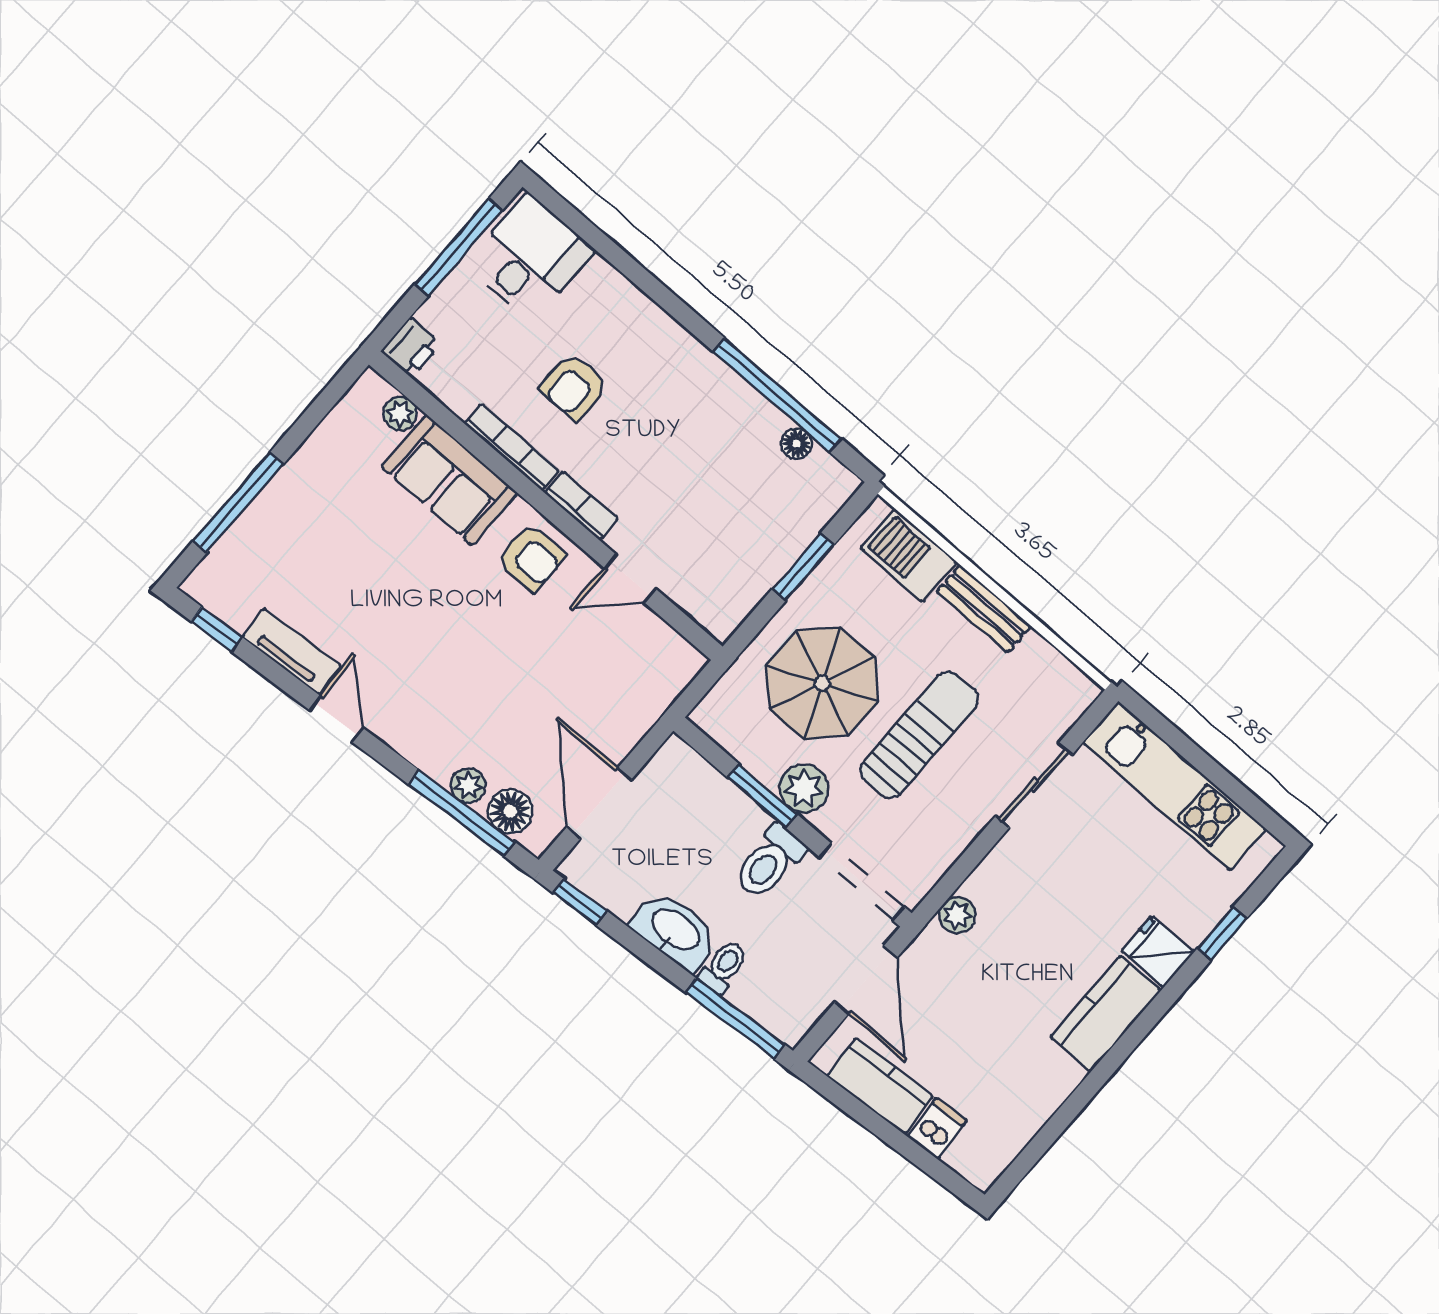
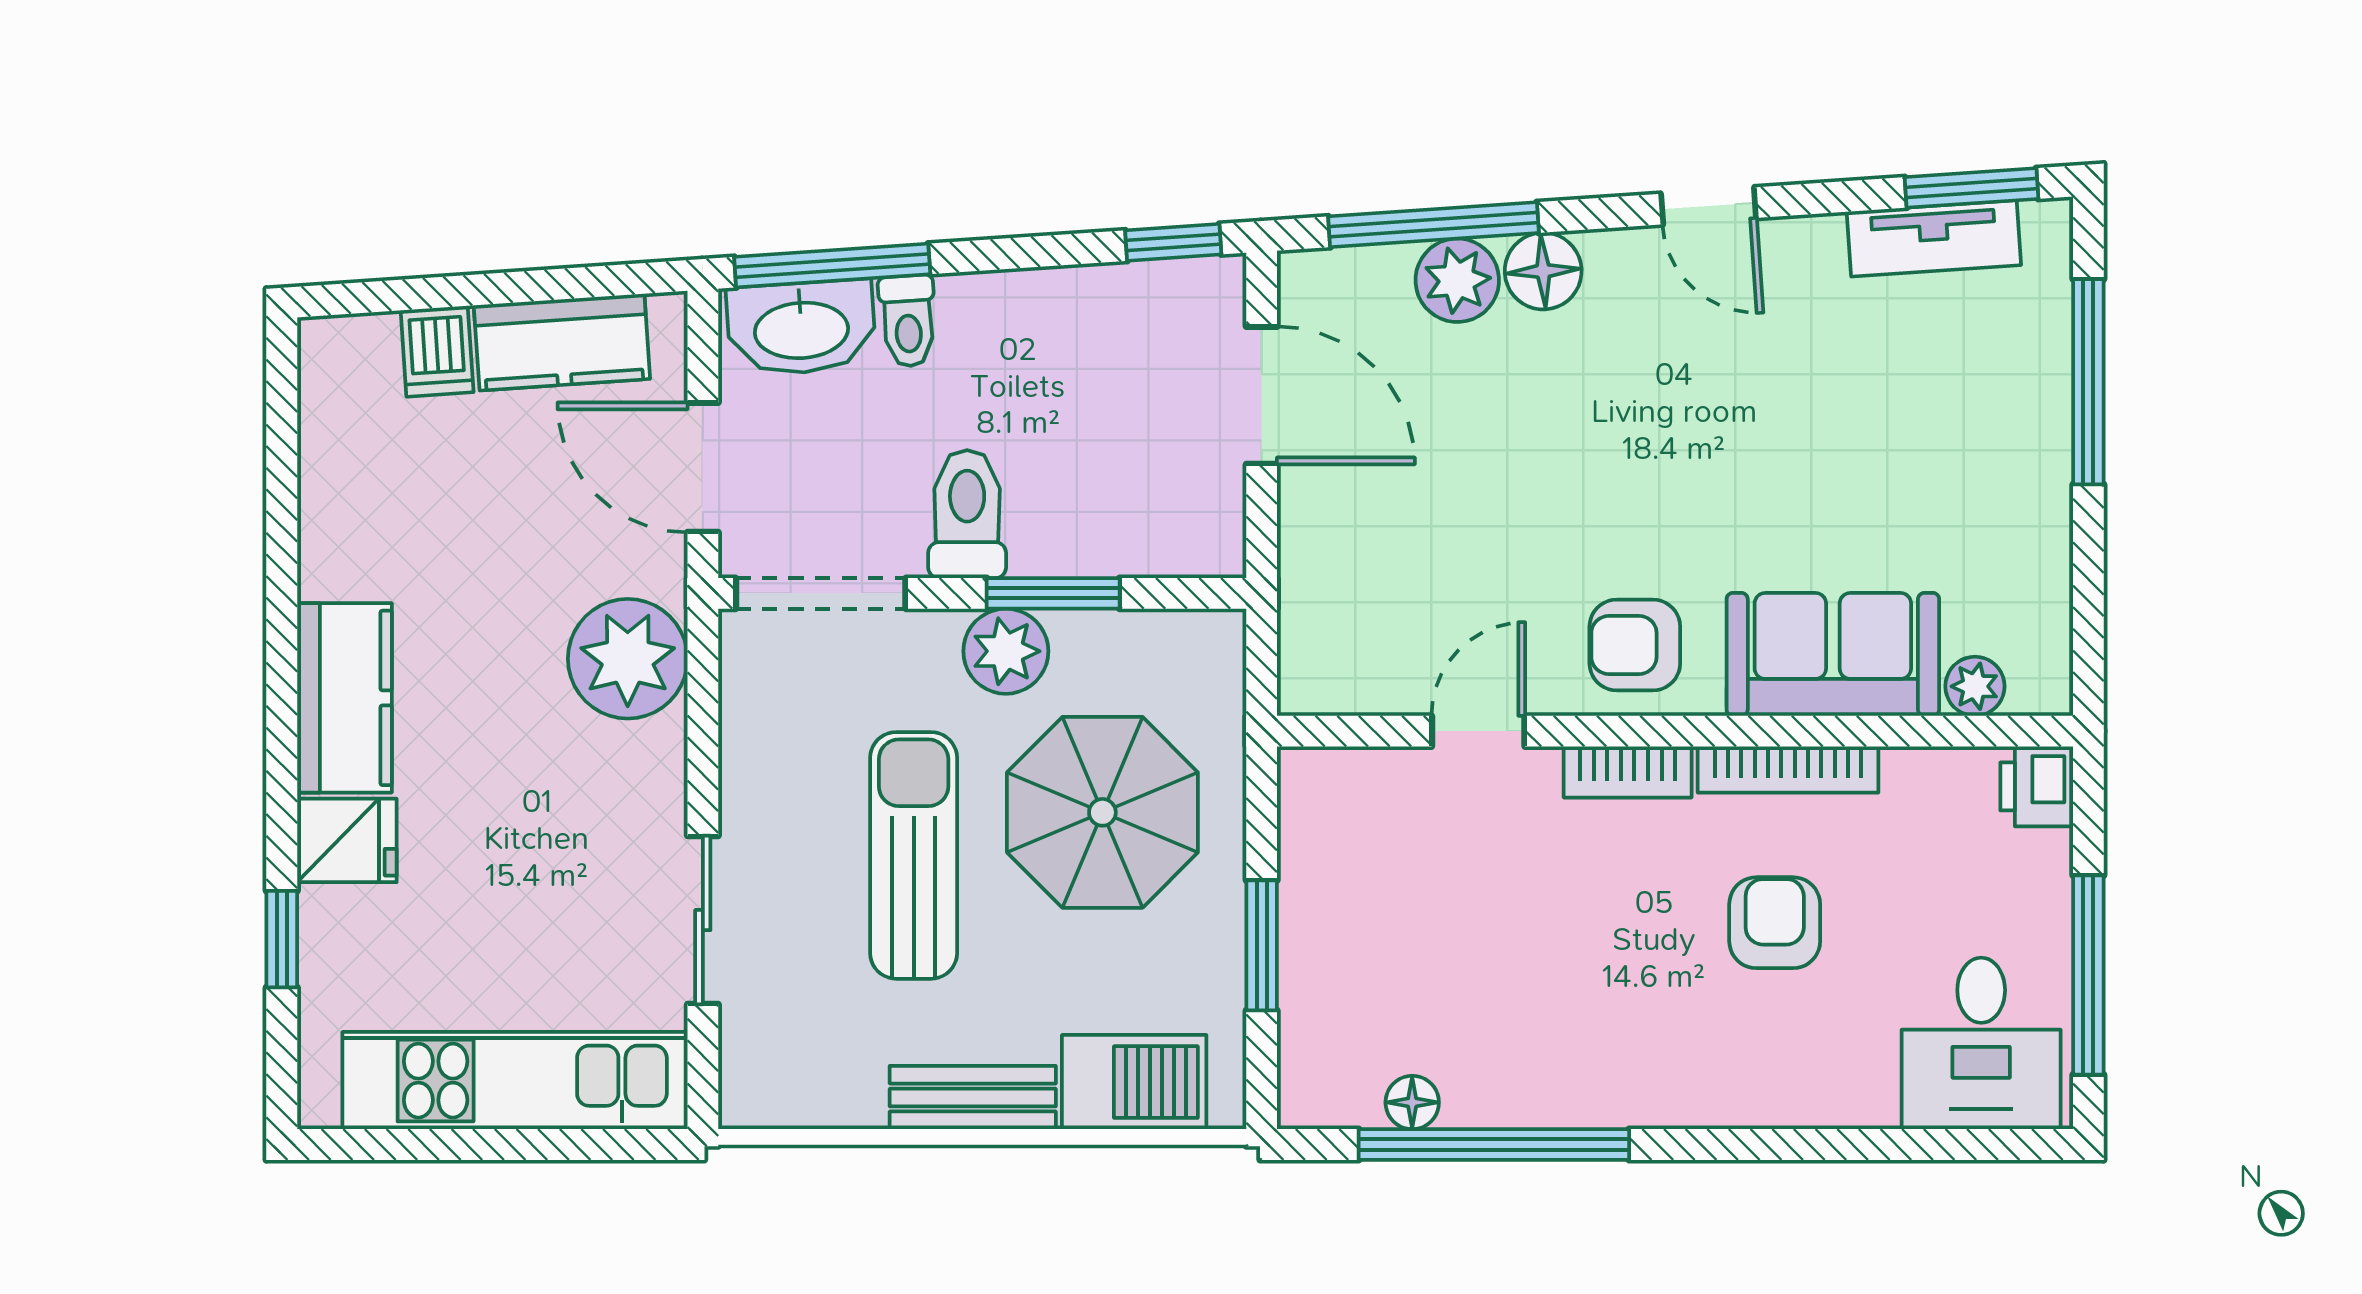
window: (217, 629) -> (1971, 188), width x1.50
tv unit: (292, 651) -> (1934, 238), moved
sun lounger: (919, 735) -> (914, 855), turned 180
plant: (468, 786) -> (1457, 280), width x1.38, depth x1.38
floor lamp: (510, 811) -> (1543, 271), moved
plant: (957, 915) -> (628, 659), width x1.88, depth x1.88
washbasin: (675, 931) -> (801, 328), moved

